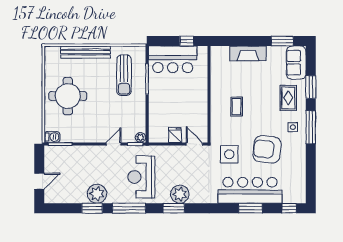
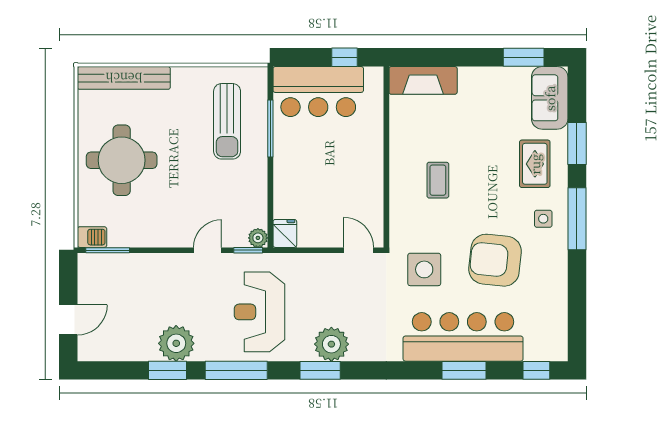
bench: (86, 52) -> (124, 78), moved
fireplace: (248, 53) -> (423, 80), moved
fridge: (175, 135) -> (285, 233), moved

